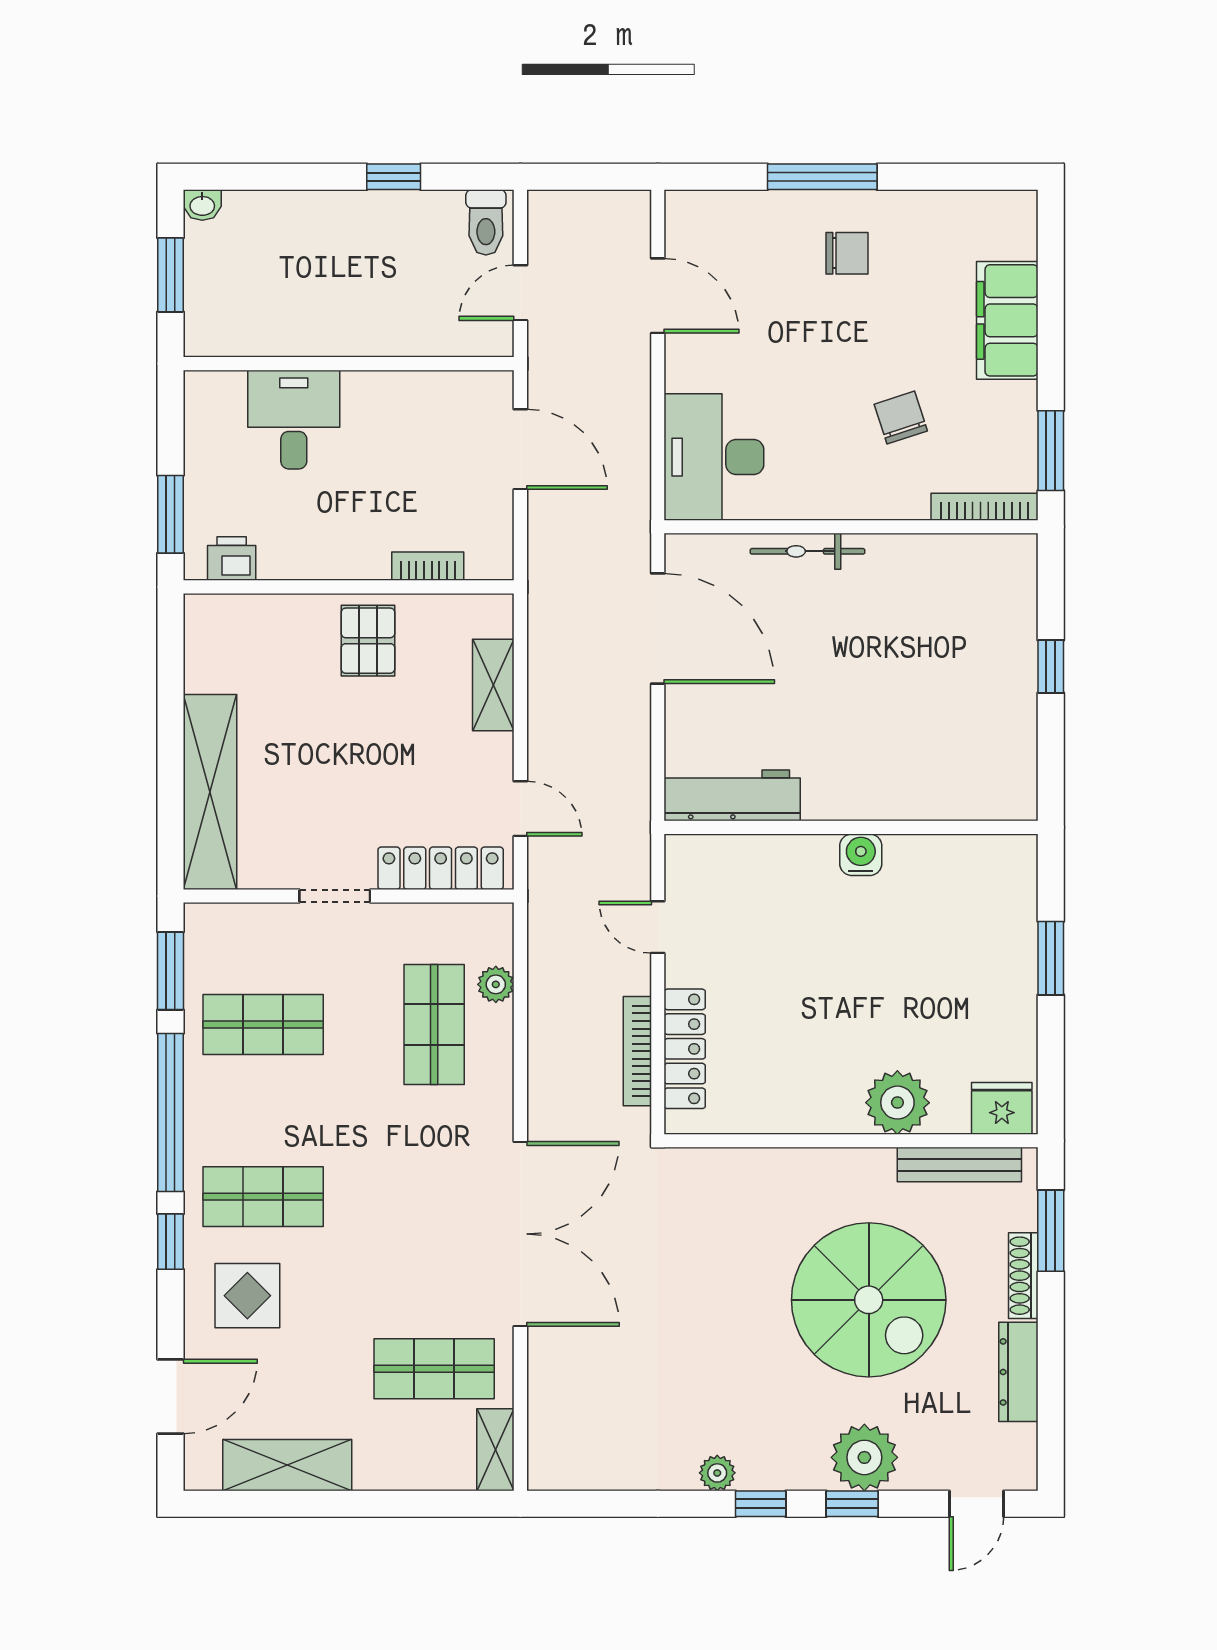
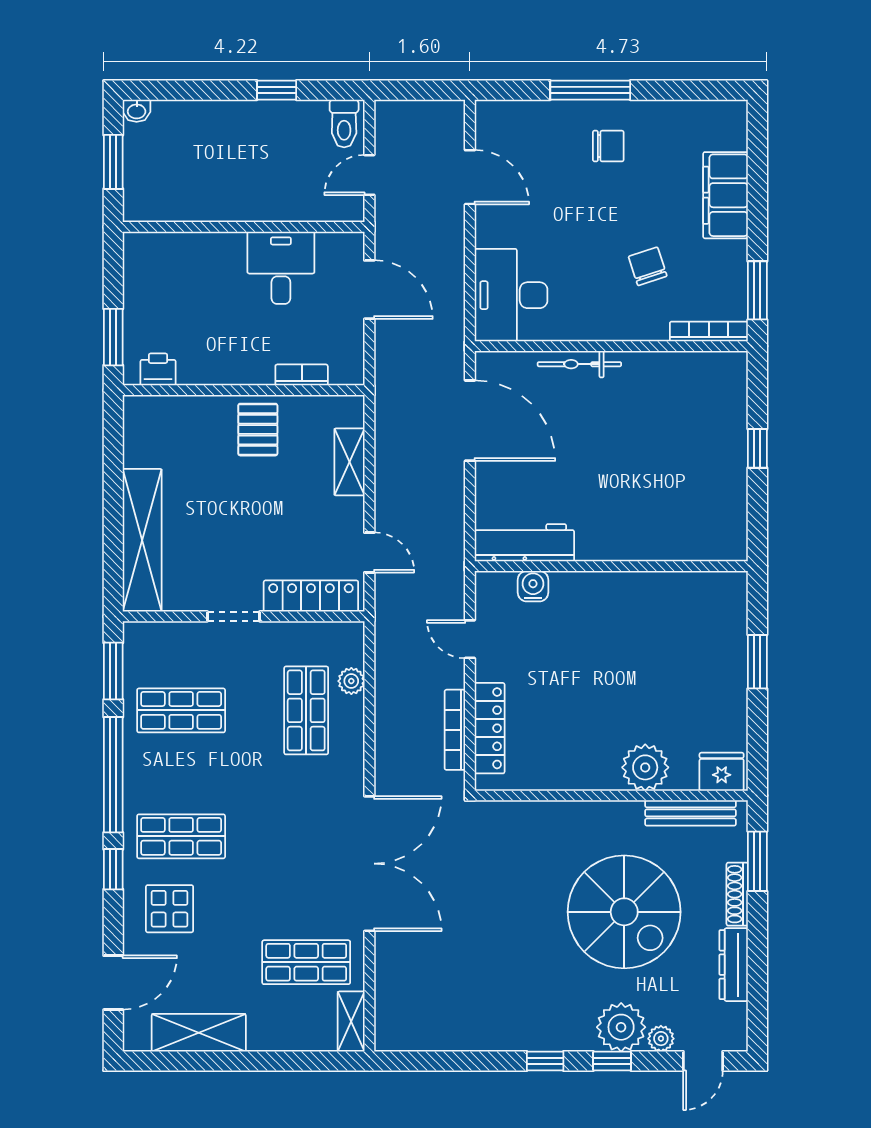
desk: (294, 420) -> (281, 268), moved
water cooler: (861, 855) -> (533, 586), moved
plant: (717, 1473) -> (661, 1039), moved

